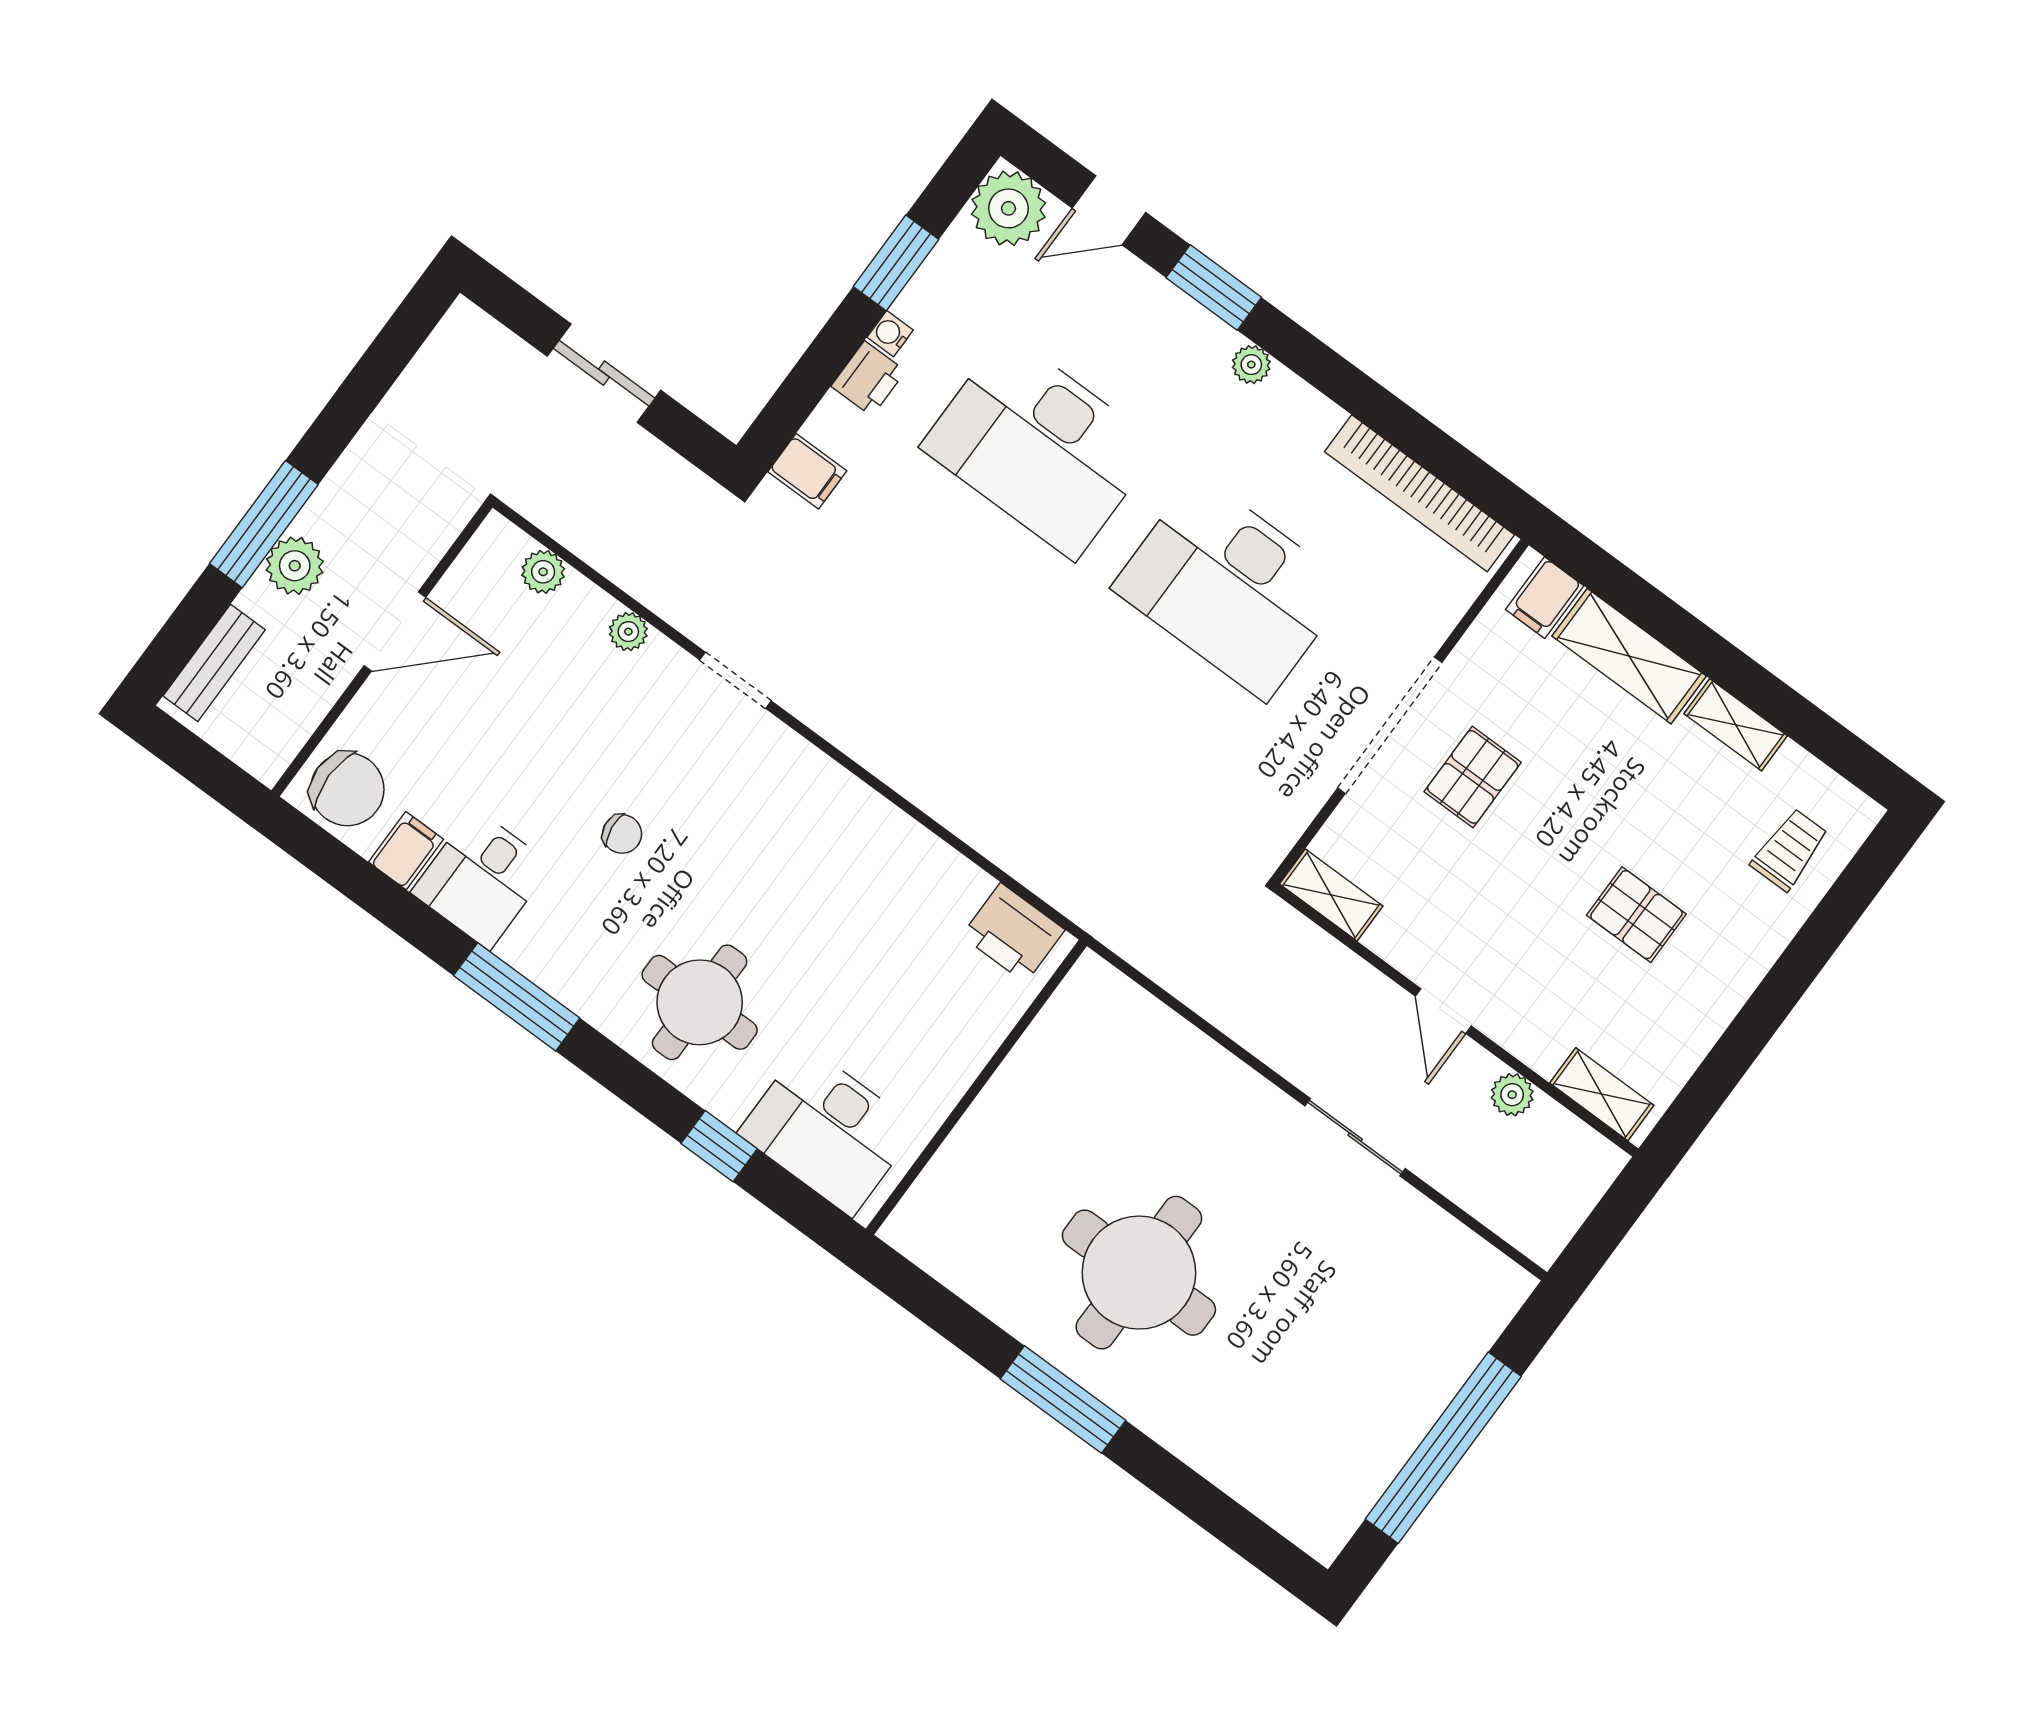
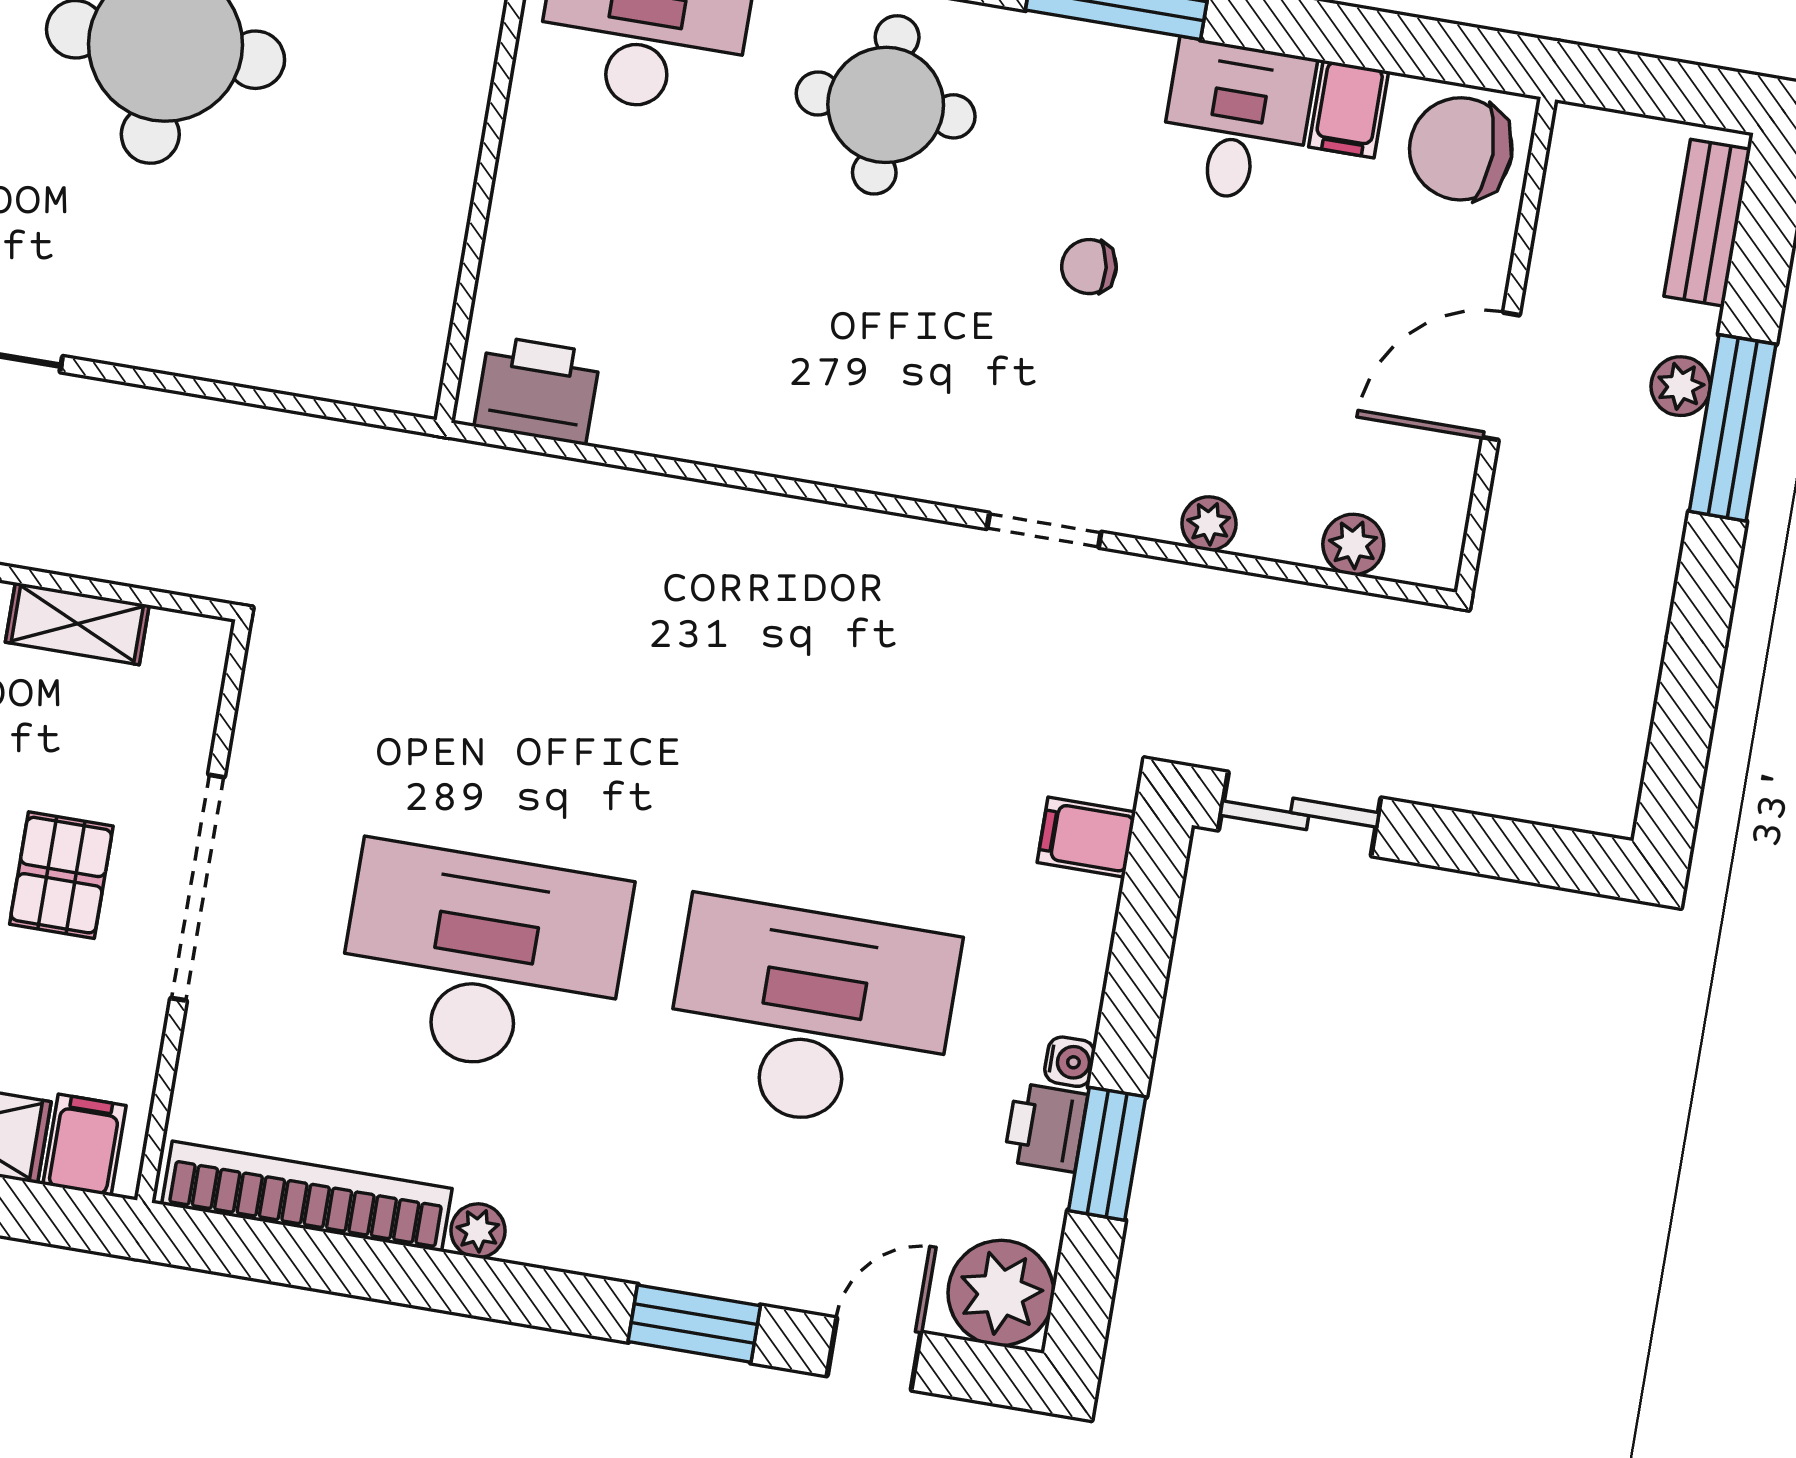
plant: (1251, 365) -> (478, 1231), moved
sliding door: (604, 373) -> (1300, 814), moved
printer: (868, 379) -> (1046, 1127), moved
plant: (295, 566) -> (1681, 386), width x0.73, depth x0.73
shelving: (1331, 895) -> (77, 624), moved

